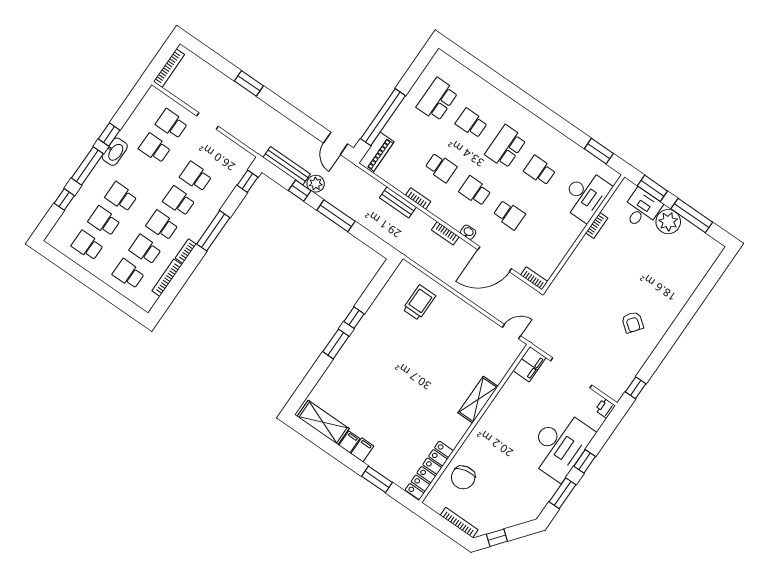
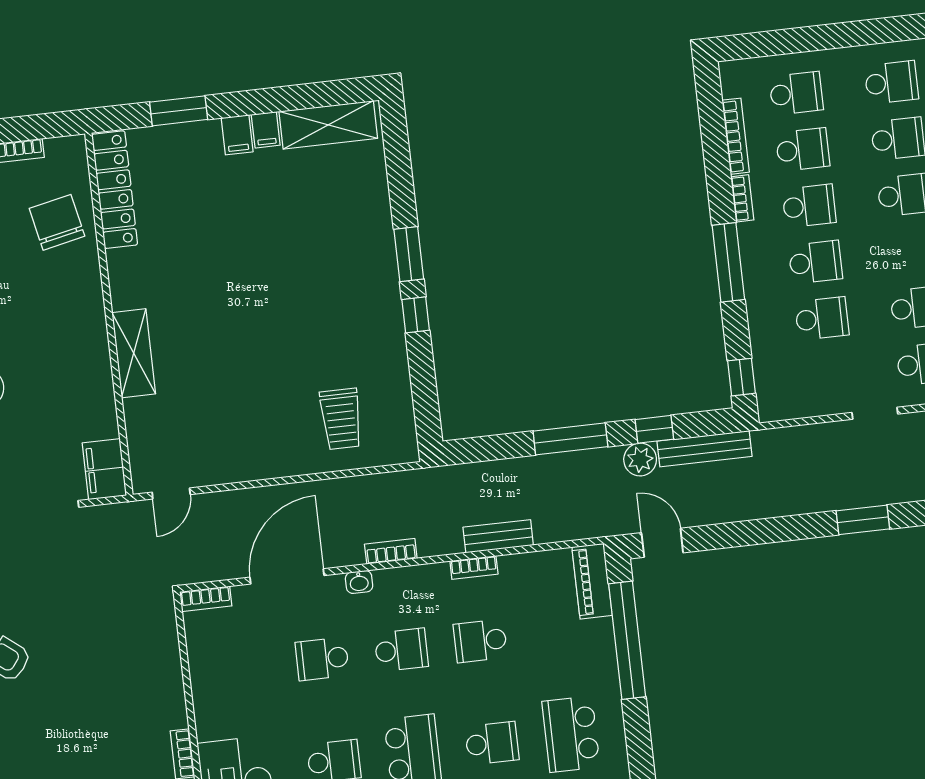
school desk: (437, 100) -> (571, 734), turned 180

